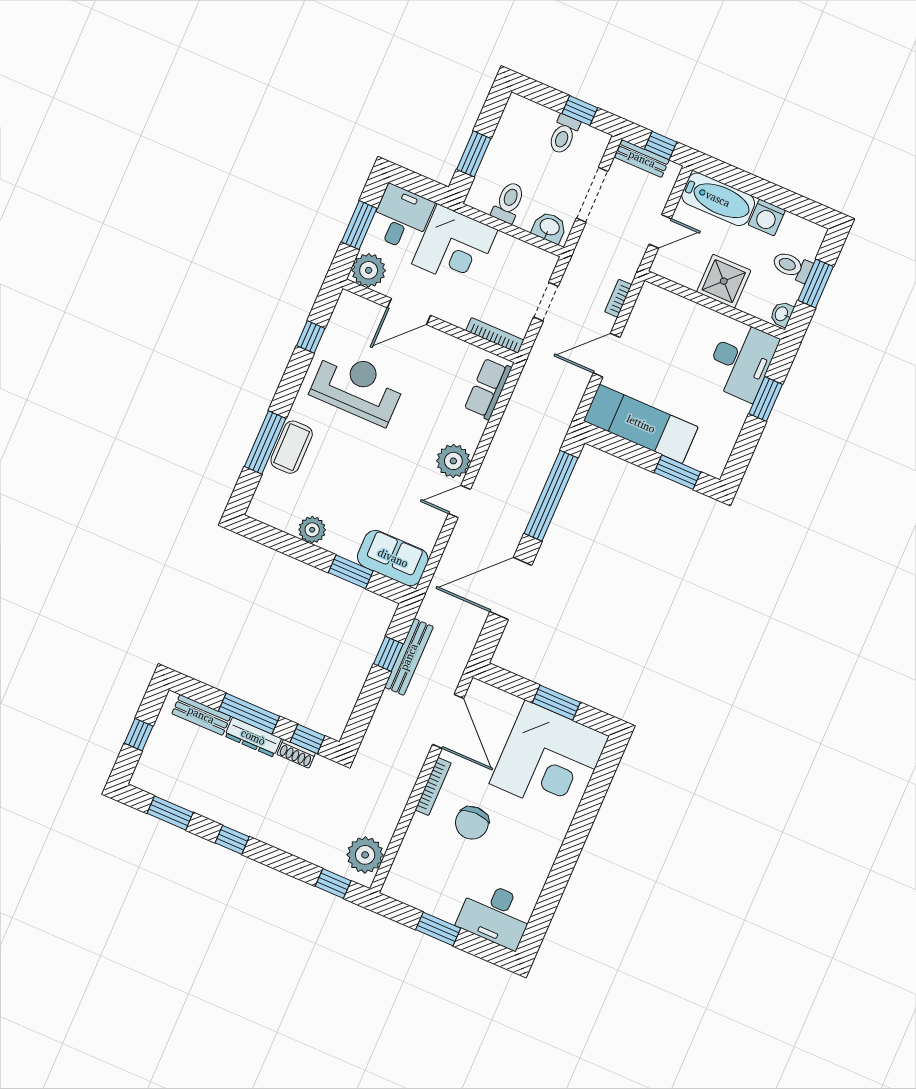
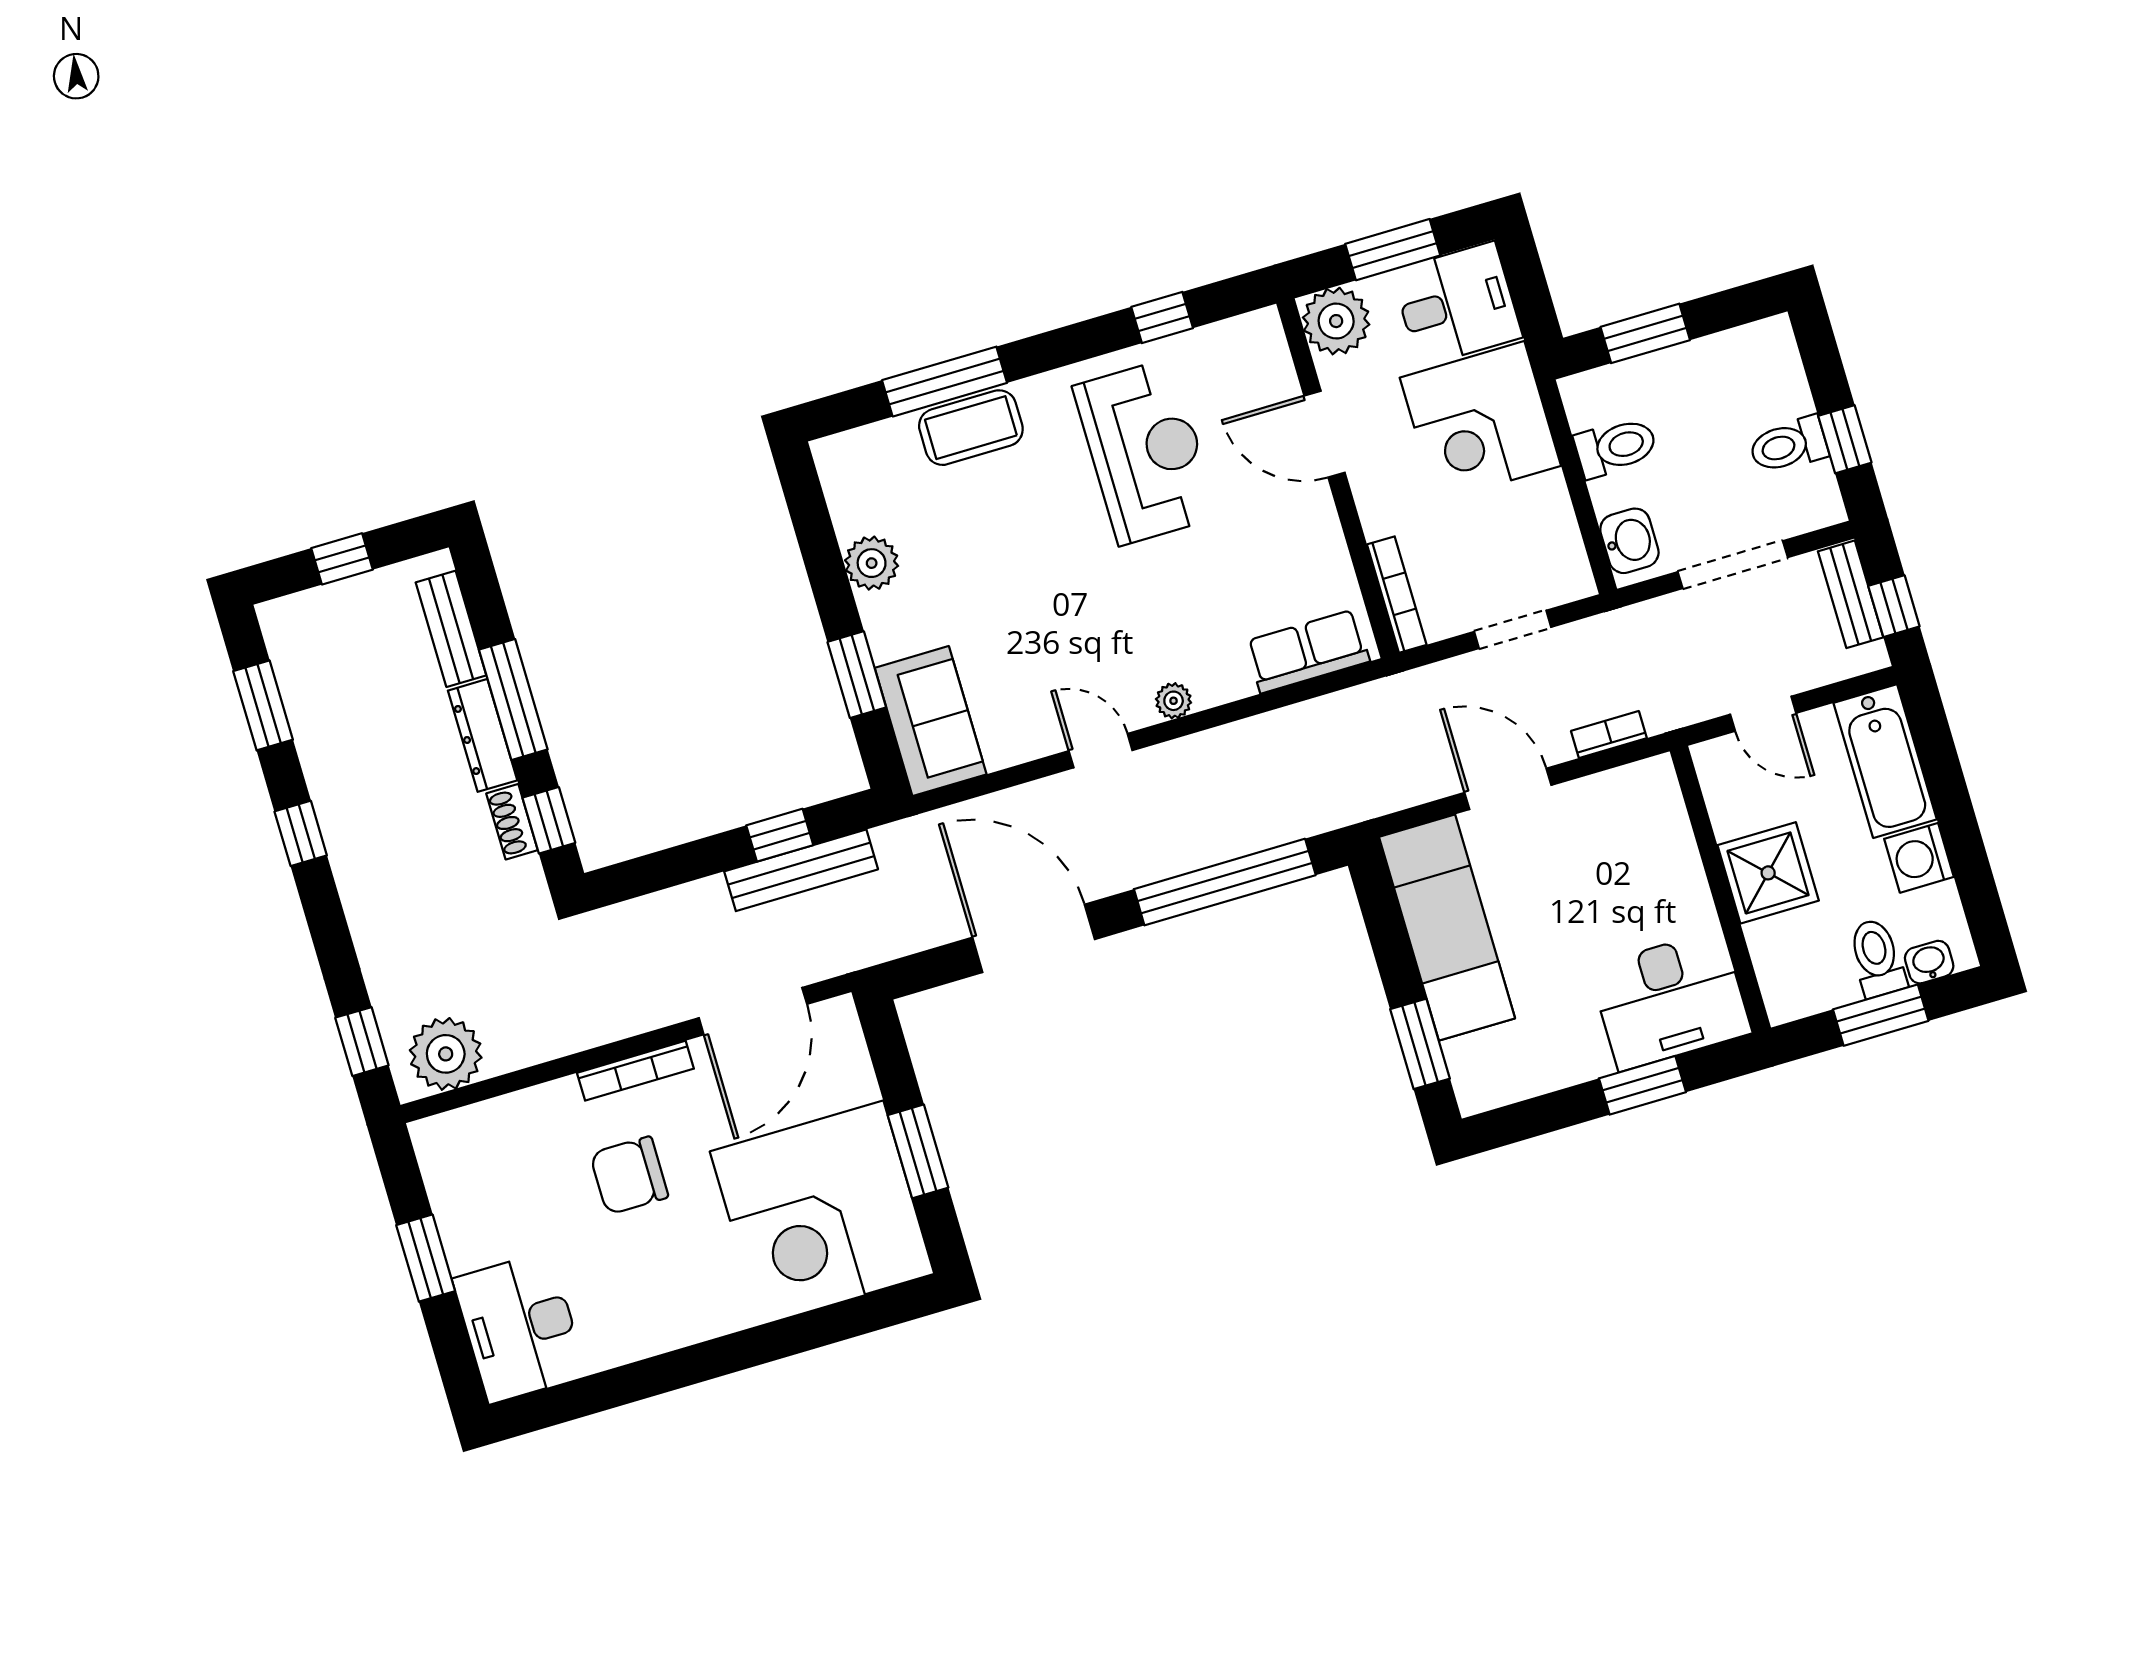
washbasin: (782, 314) -> (1929, 962), moved
plant: (453, 461) -> (1174, 701), width x0.53, depth x0.53

